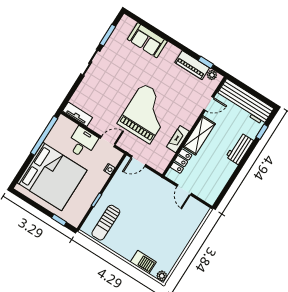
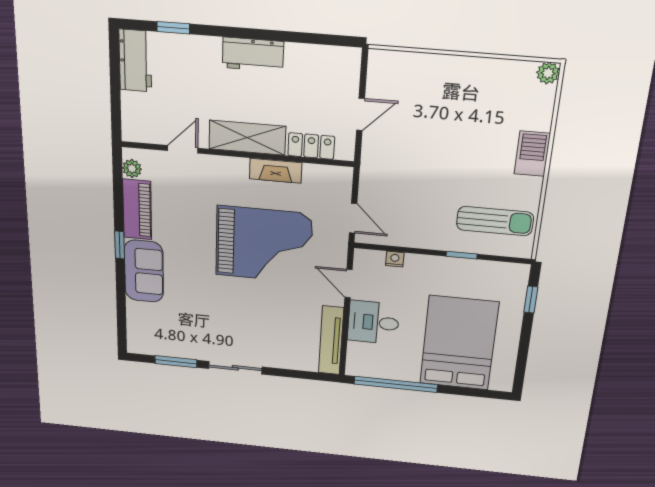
sofa: (147, 40) -> (144, 271), moved
window: (206, 62) -> (120, 245), moved
workbench: (245, 102) -> (135, 61), width x0.53, depth x0.76
door: (209, 103) -> (183, 149), hinge flipped
grand piano: (146, 113) -> (264, 245), turned 180
tv unit: (77, 114) -> (331, 340), width x1.41
workbench: (240, 149) -> (253, 55), moved
bed: (52, 177) -> (459, 343), width x0.73
barbecue: (143, 262) -> (532, 154), moved

